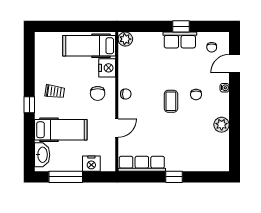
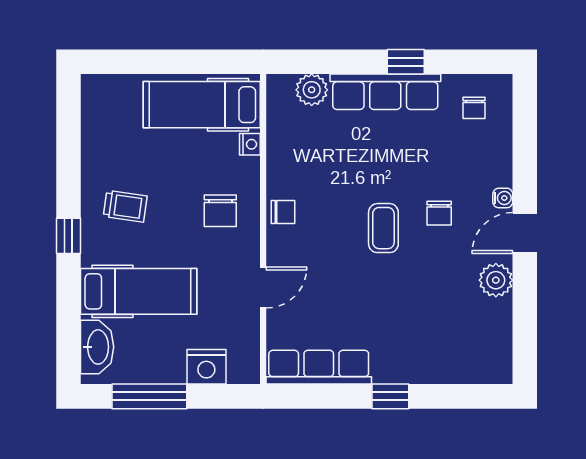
plant: (125, 39) -> (312, 90), moved
row of seats: (180, 40) -> (385, 92), width x1.48
door: (235, 64) -> (525, 233), moved
nightstand: (107, 68) -> (250, 144), width x0.53, depth x0.56

